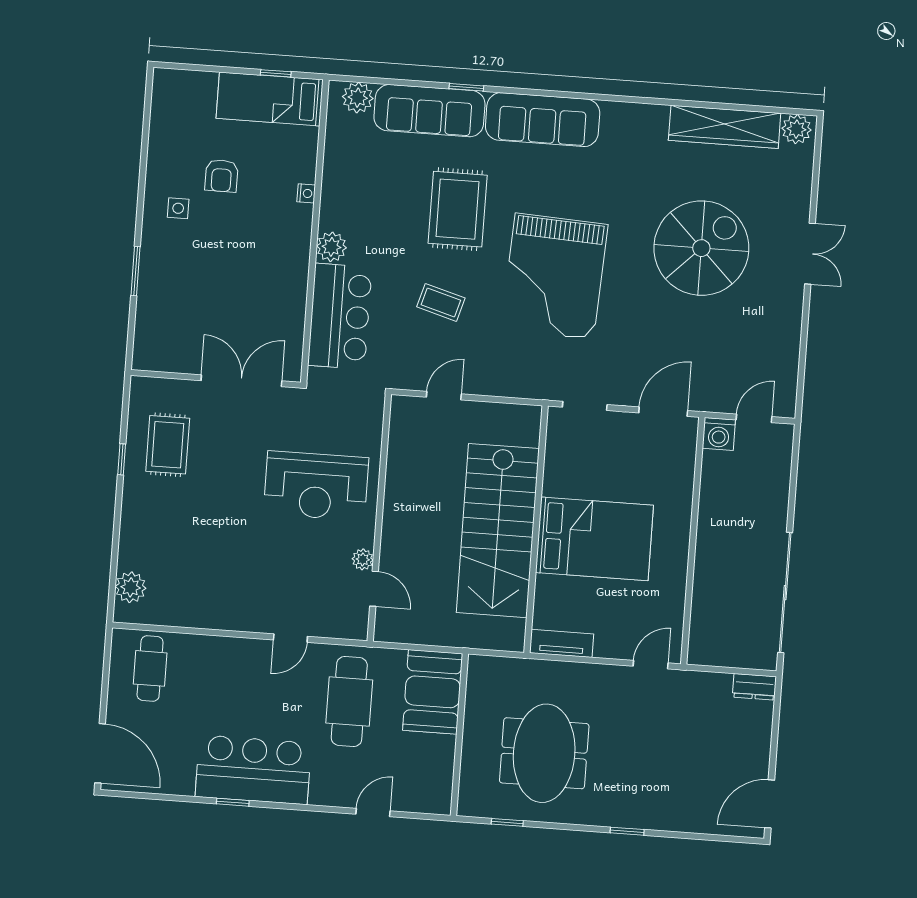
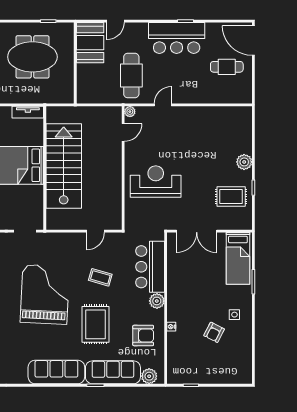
bed: (270, 99) -> (238, 258), moved, turned 90
armchair: (221, 176) -> (214, 332), turned -153
armchair: (364, 180) -> (143, 335), added
rug: (168, 445) -> (231, 197), turned 90
plant: (363, 559) -> (130, 112), moved
plant: (131, 587) -> (244, 162), moved
door: (374, 589) -> (123, 132), swing flipped
cafe table: (150, 668) -> (227, 67), moved, turned 90
booth: (433, 692) -> (90, 43), moved
meeting table: (544, 753) -> (32, 57), turned 90

